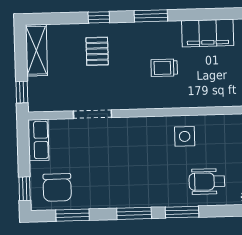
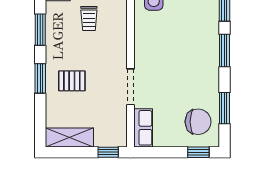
window: (99, 17) -> (40, 78), width x1.50
row of seats: (39, 140) -> (143, 128), moved, turned 90

